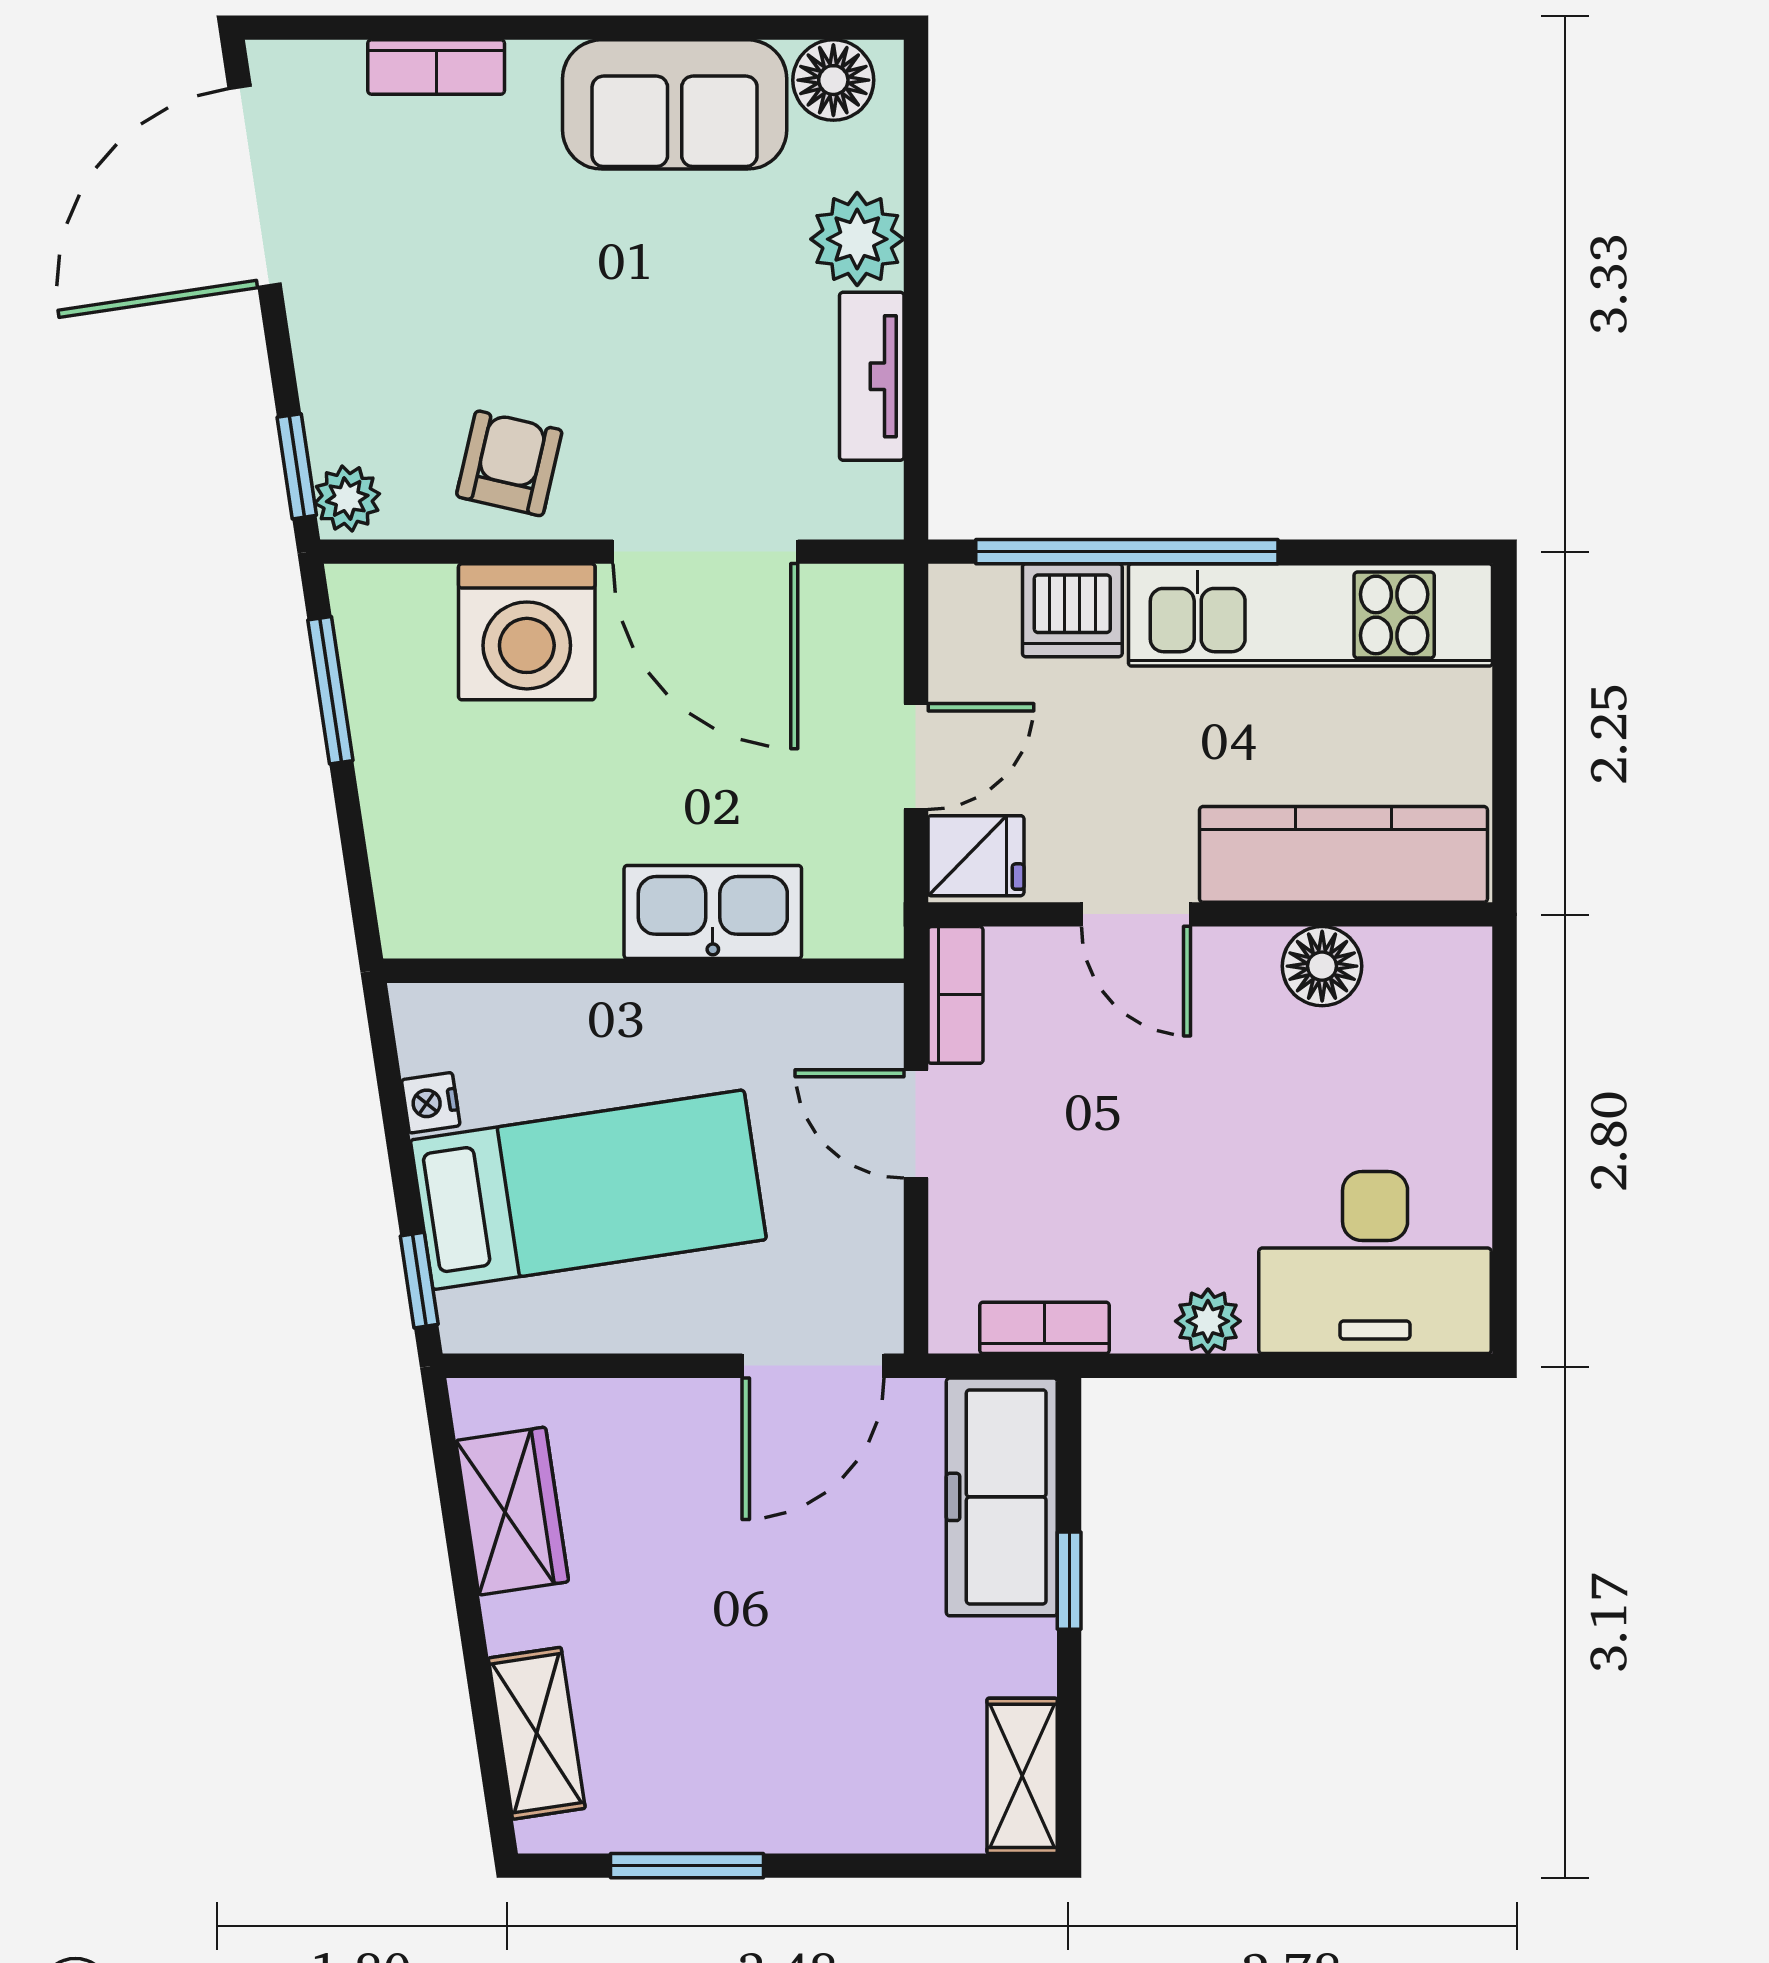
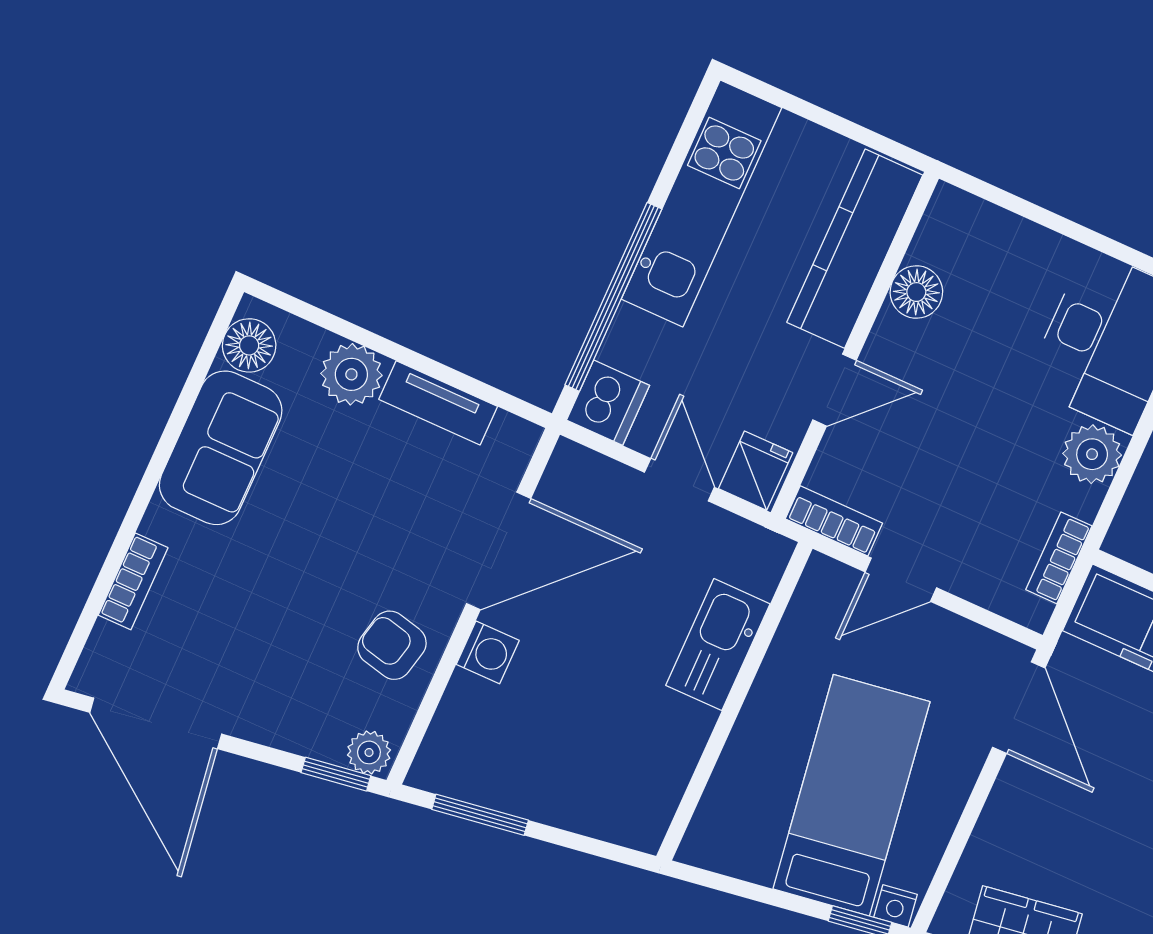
dishwasher: (1072, 610) -> (608, 403), moved
washing machine: (527, 632) -> (488, 652), width x0.53, depth x0.53
nightstand: (431, 1103) -> (896, 906), moved
plant: (1208, 1321) -> (1092, 454), width x1.38, depth x1.38

